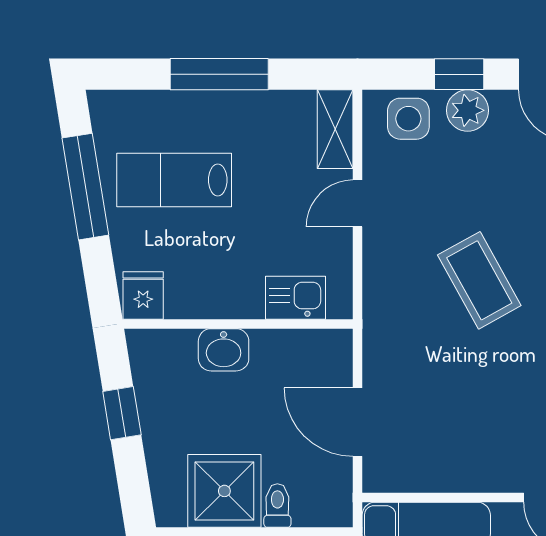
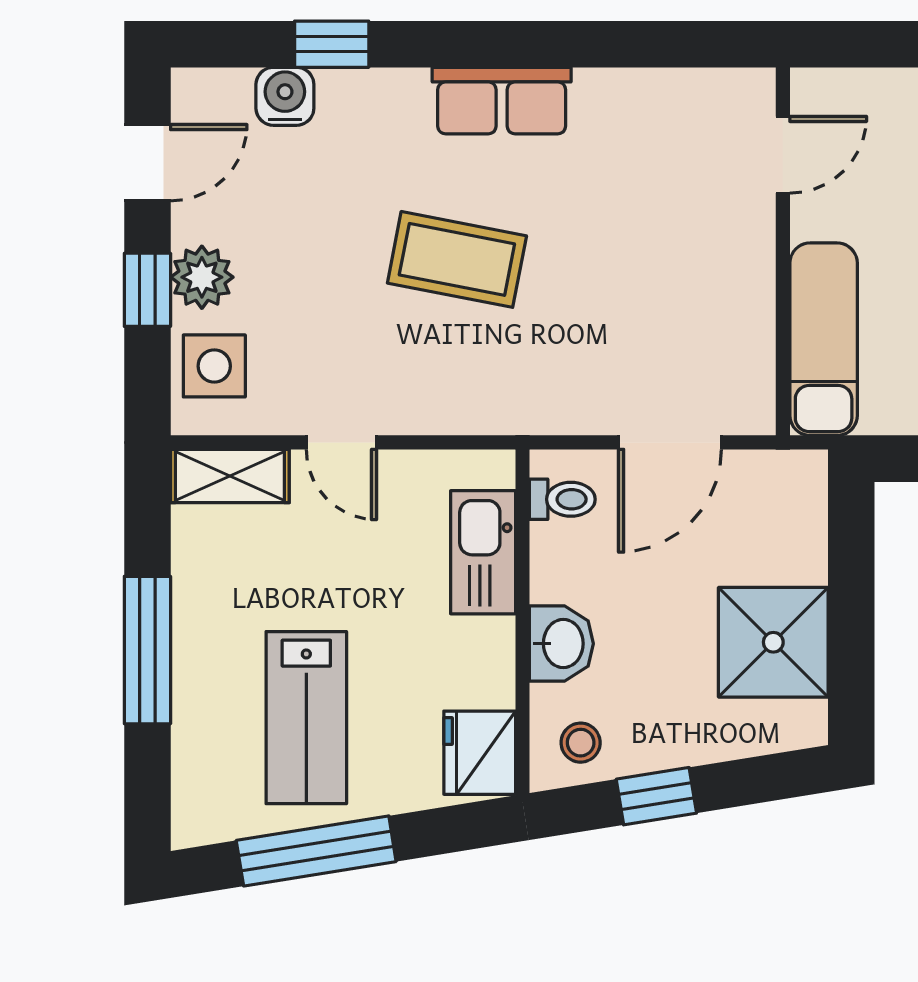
coffee table: (479, 280) -> (457, 259), turned 40
fridge: (143, 295) -> (480, 753), width x1.38
kitchen sink: (295, 298) -> (483, 552), width x1.38
stool: (158, 363) -> (581, 743), added
toilet: (277, 506) -> (562, 499), moved, turned 180

